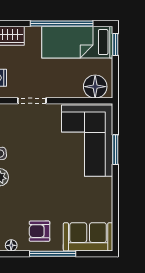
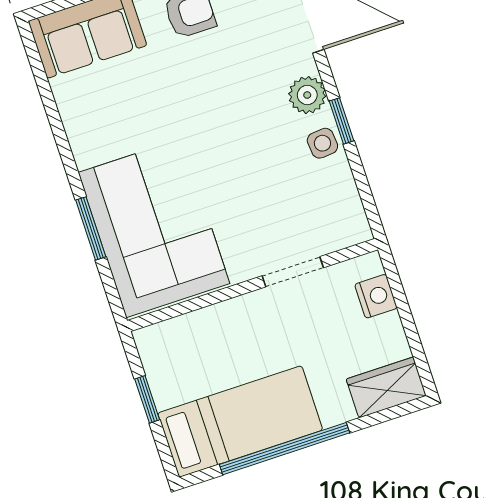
window: (115, 44) -> (147, 399), moved
floor lamp: (95, 87) -> (174, 343), removed

